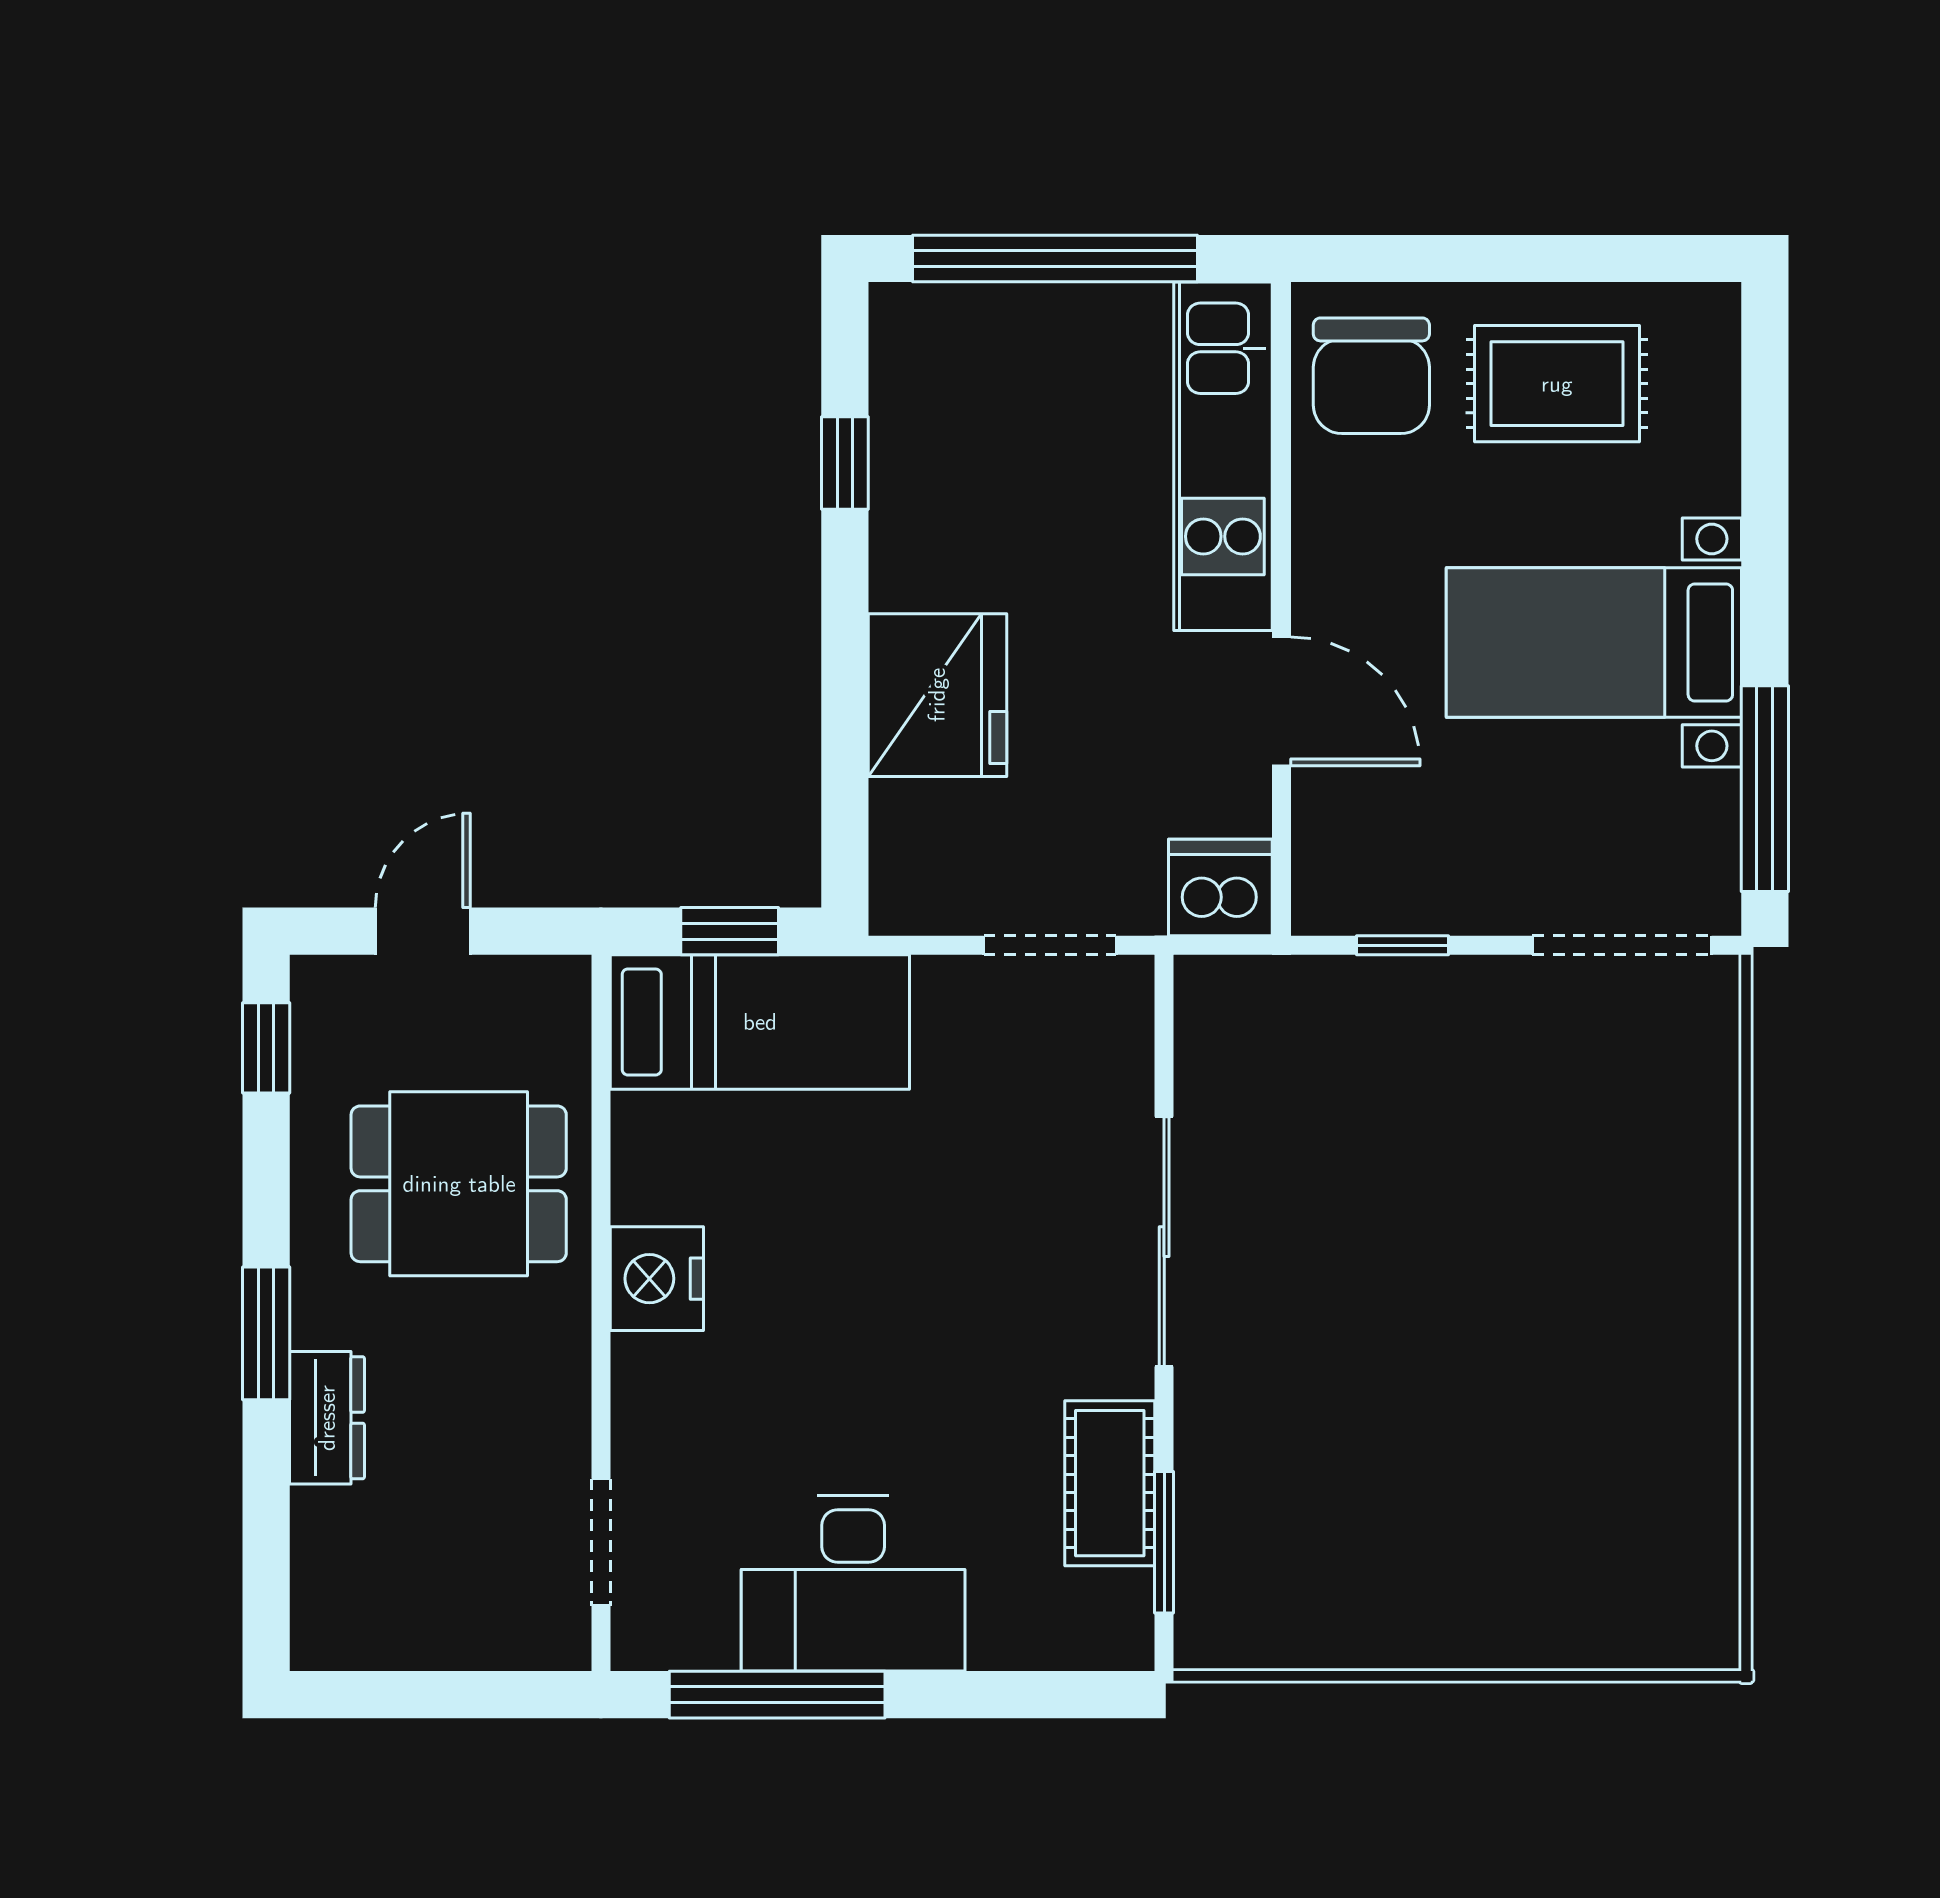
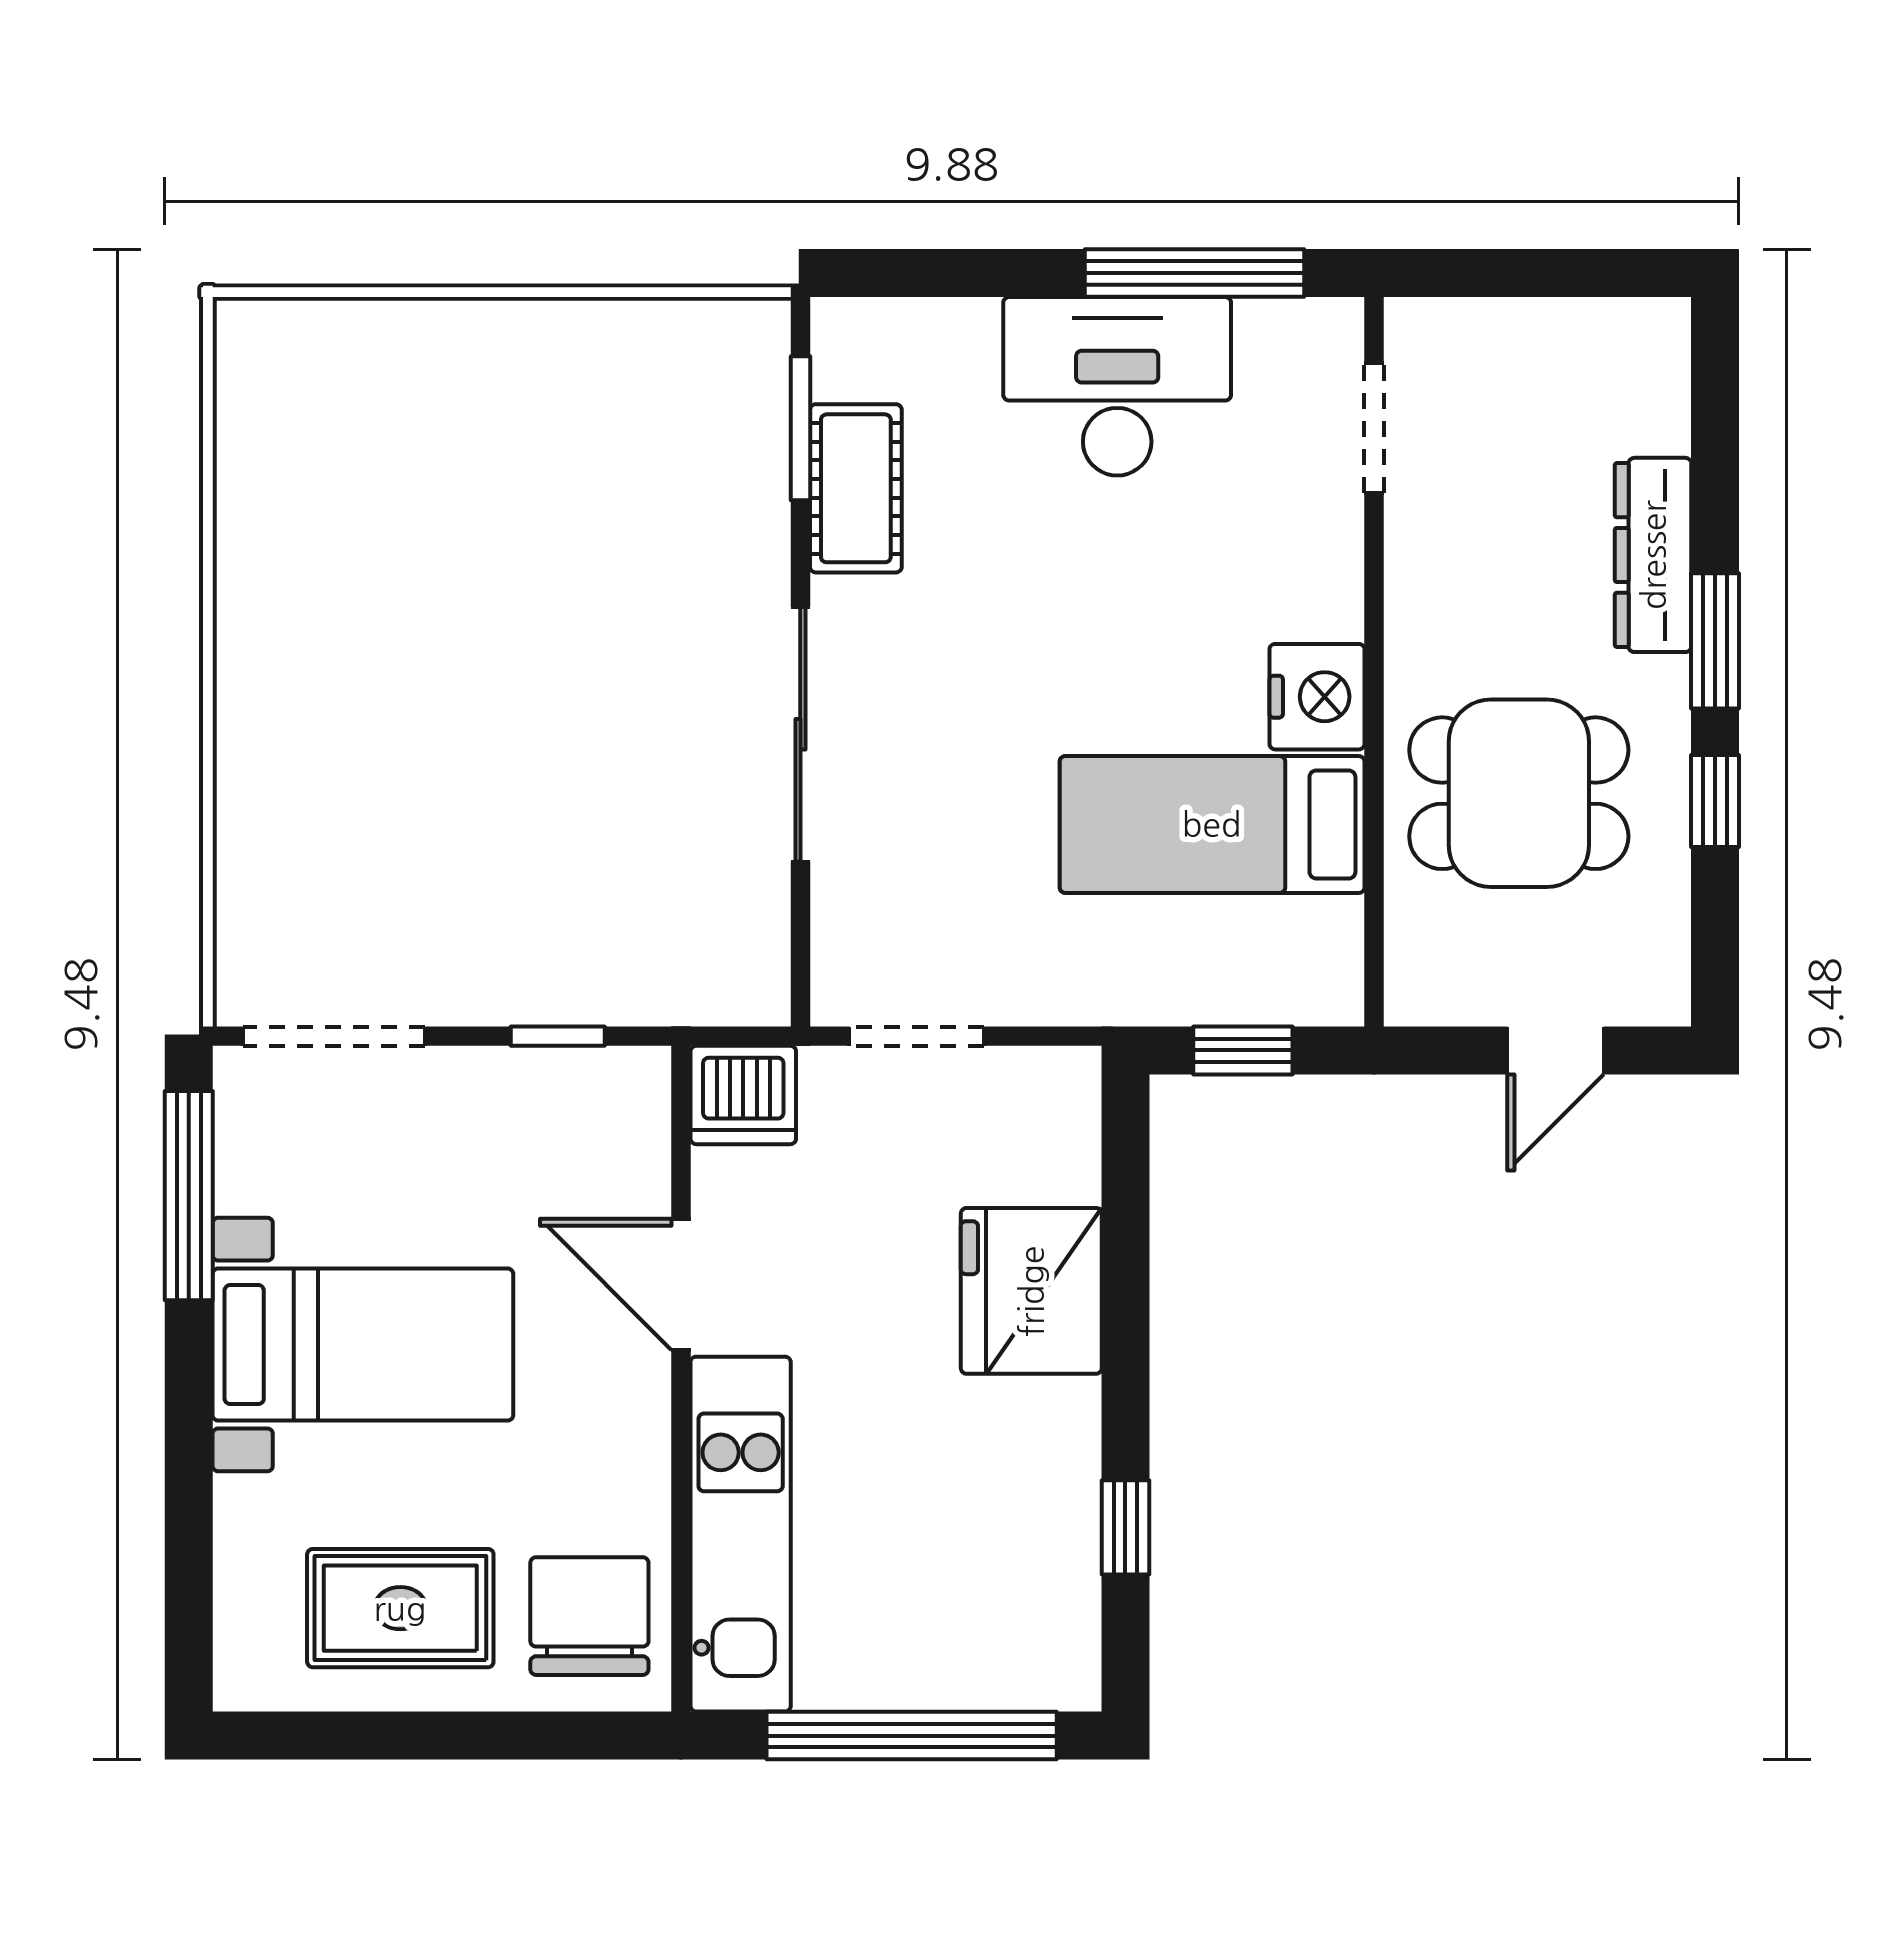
bed: (760, 1022) -> (1212, 824), moved
window: (266, 1048) -> (1715, 801), moved
dresser: (327, 1418) -> (1653, 555), width x1.44

